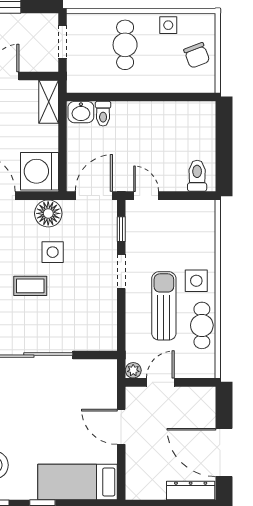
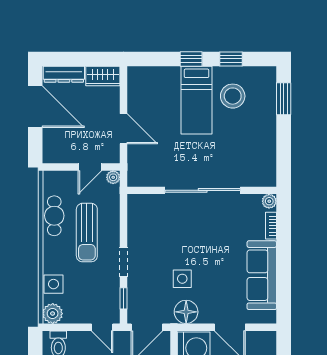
plant: (204, 212) -> (53, 314), added
side table: (196, 281) -> (53, 284), moved
coffee table: (30, 286) -> (202, 250), removed
bed: (77, 482) -> (197, 100), moved, turned 90
wardrobe: (145, 488) -> (103, 76), added

